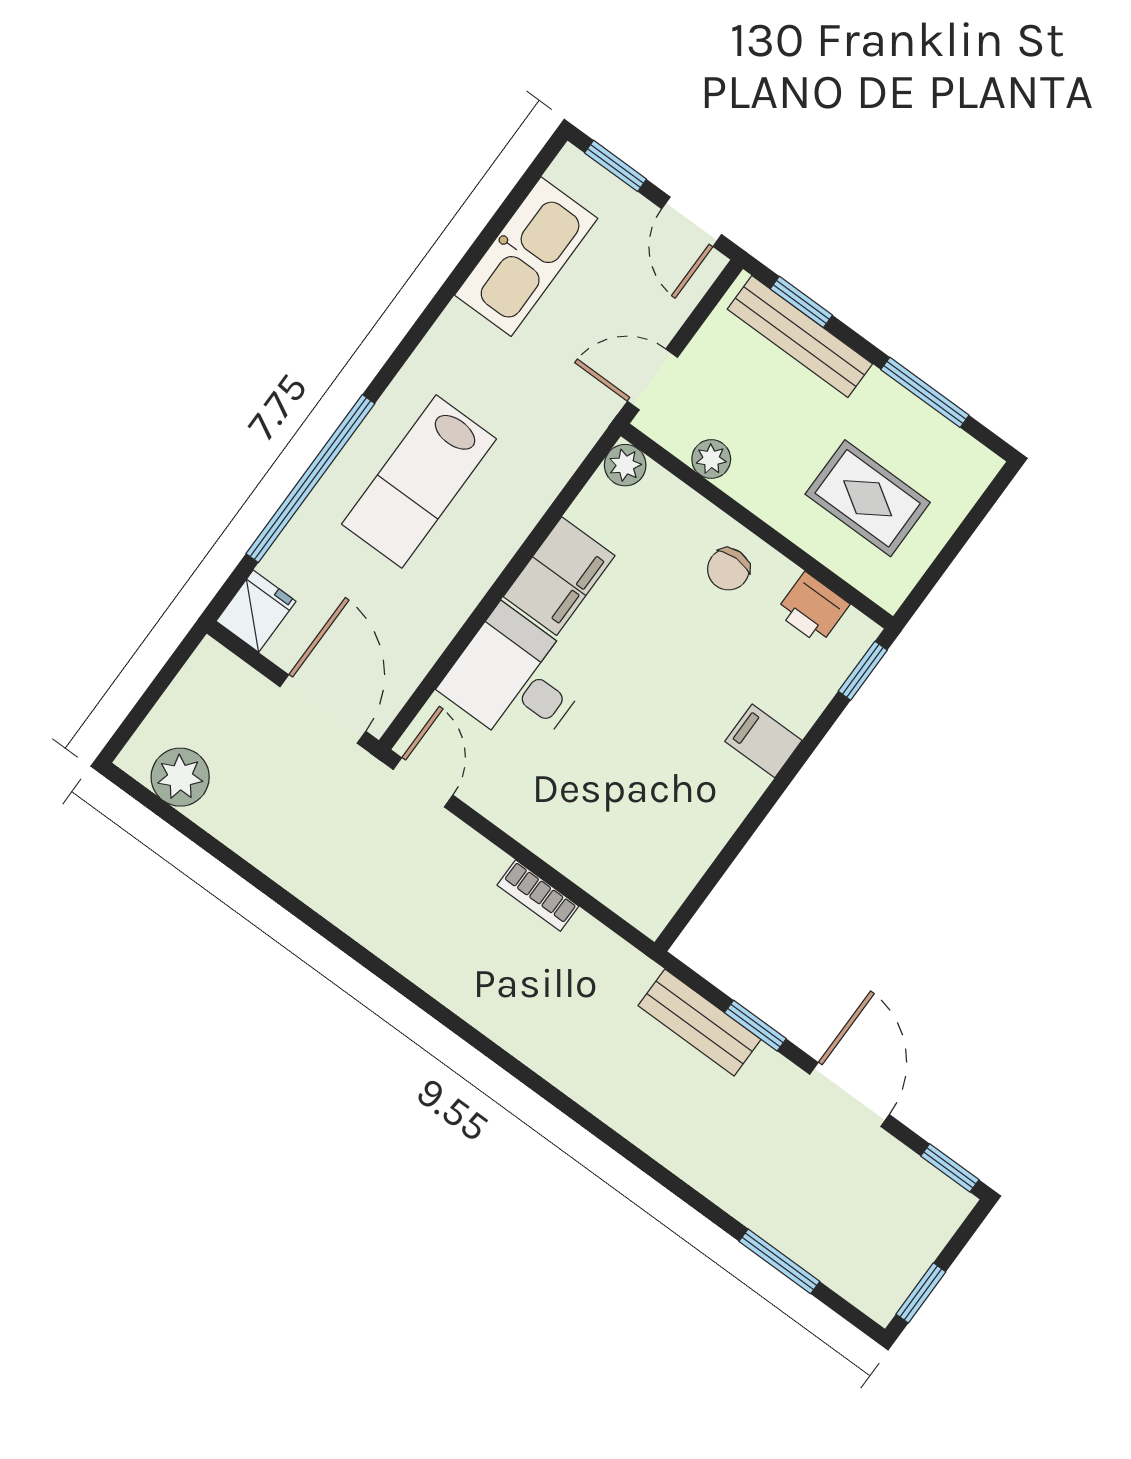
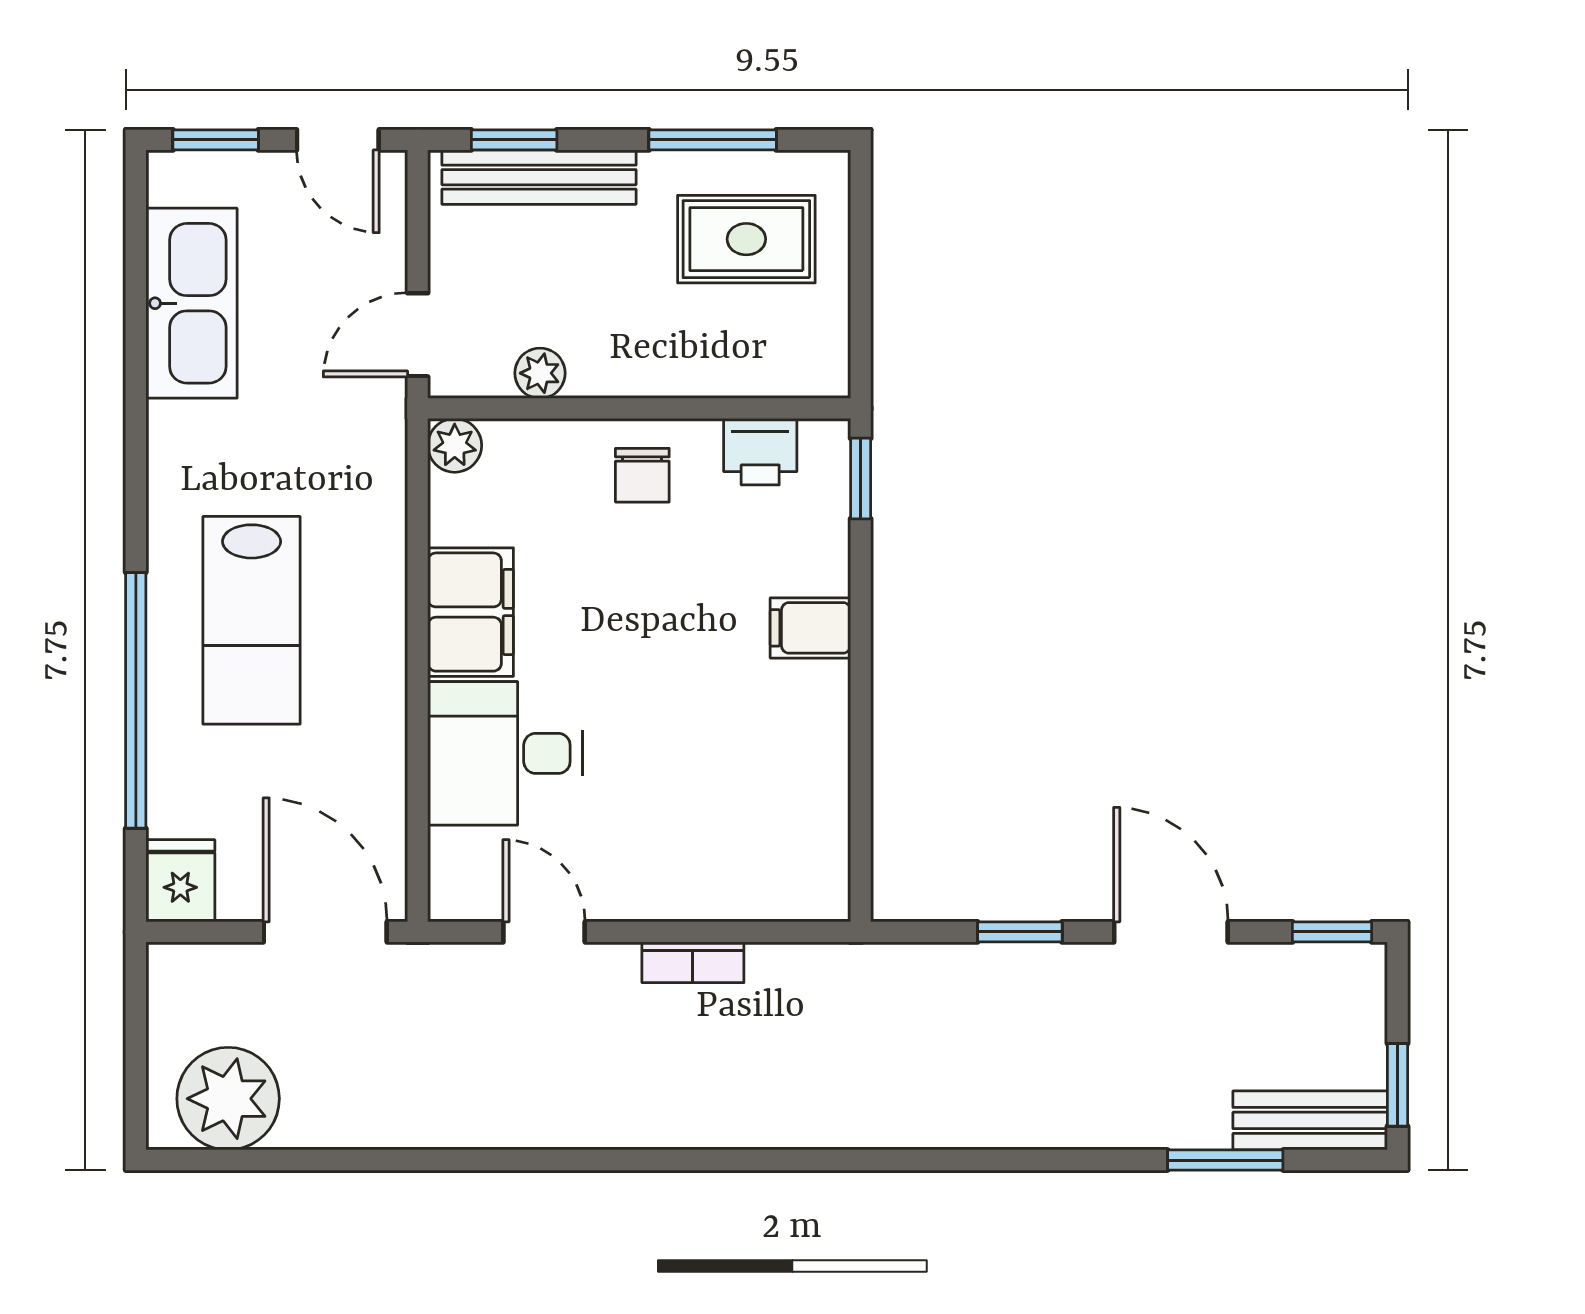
rug: (868, 498) -> (746, 239), moved
plant: (180, 777) -> (228, 1099), width x1.36, depth x1.36
door: (423, 782) -> (544, 932), moved
bench: (700, 1023) -> (1310, 1120), moved

